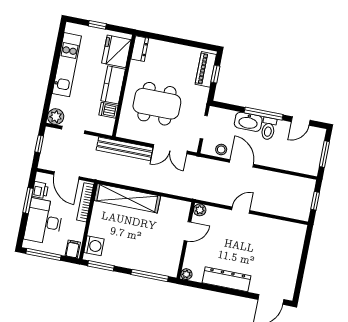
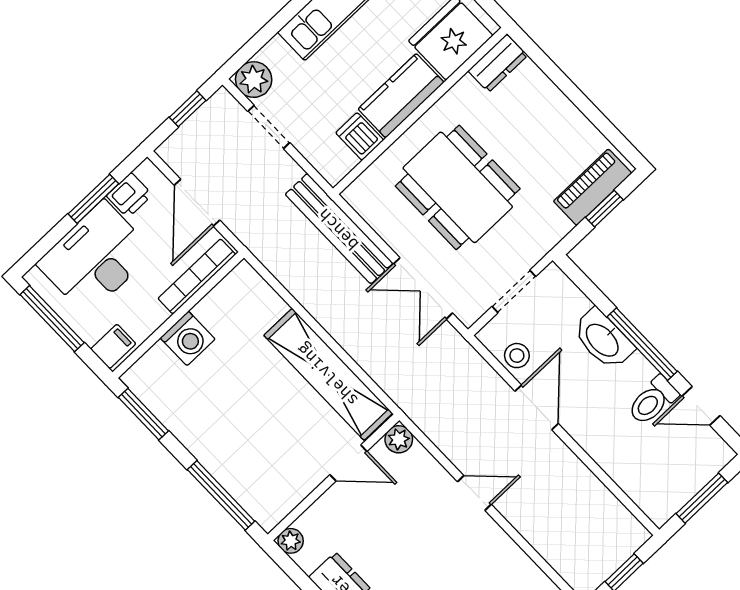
toilet: (268, 129) -> (653, 401), moved
shelving: (127, 198) -> (328, 374), moved
washing machine: (94, 246) -> (188, 338), moved

